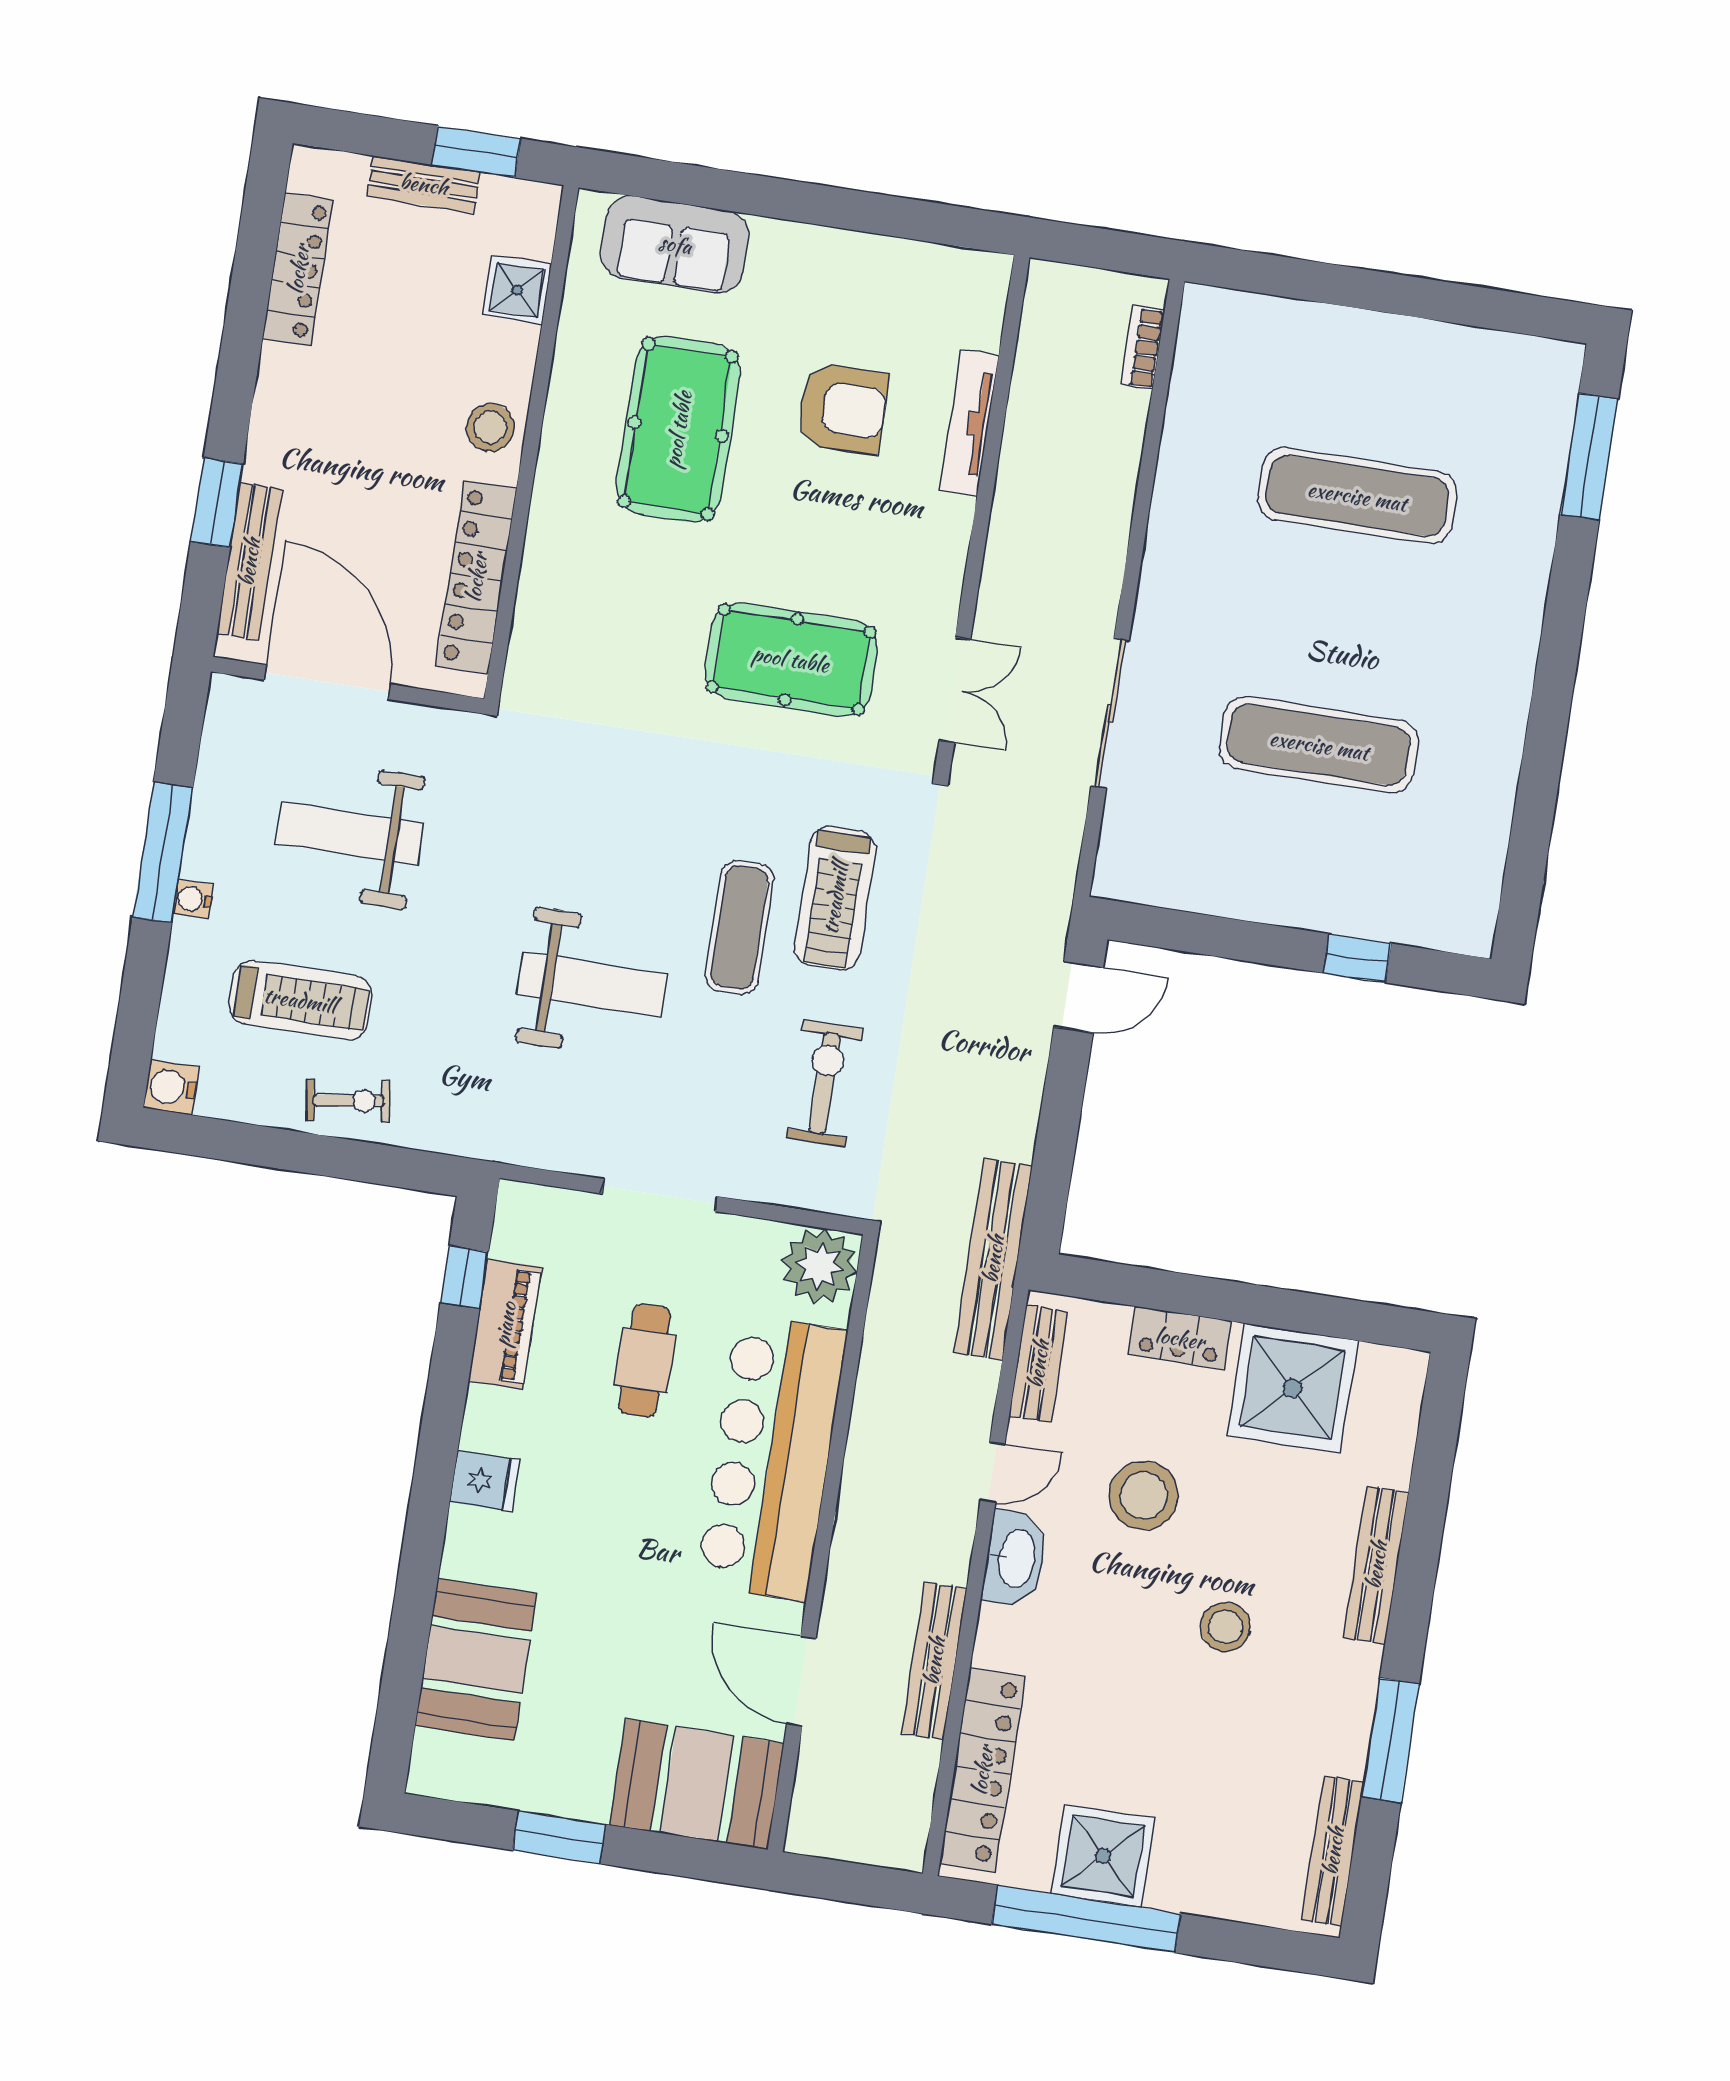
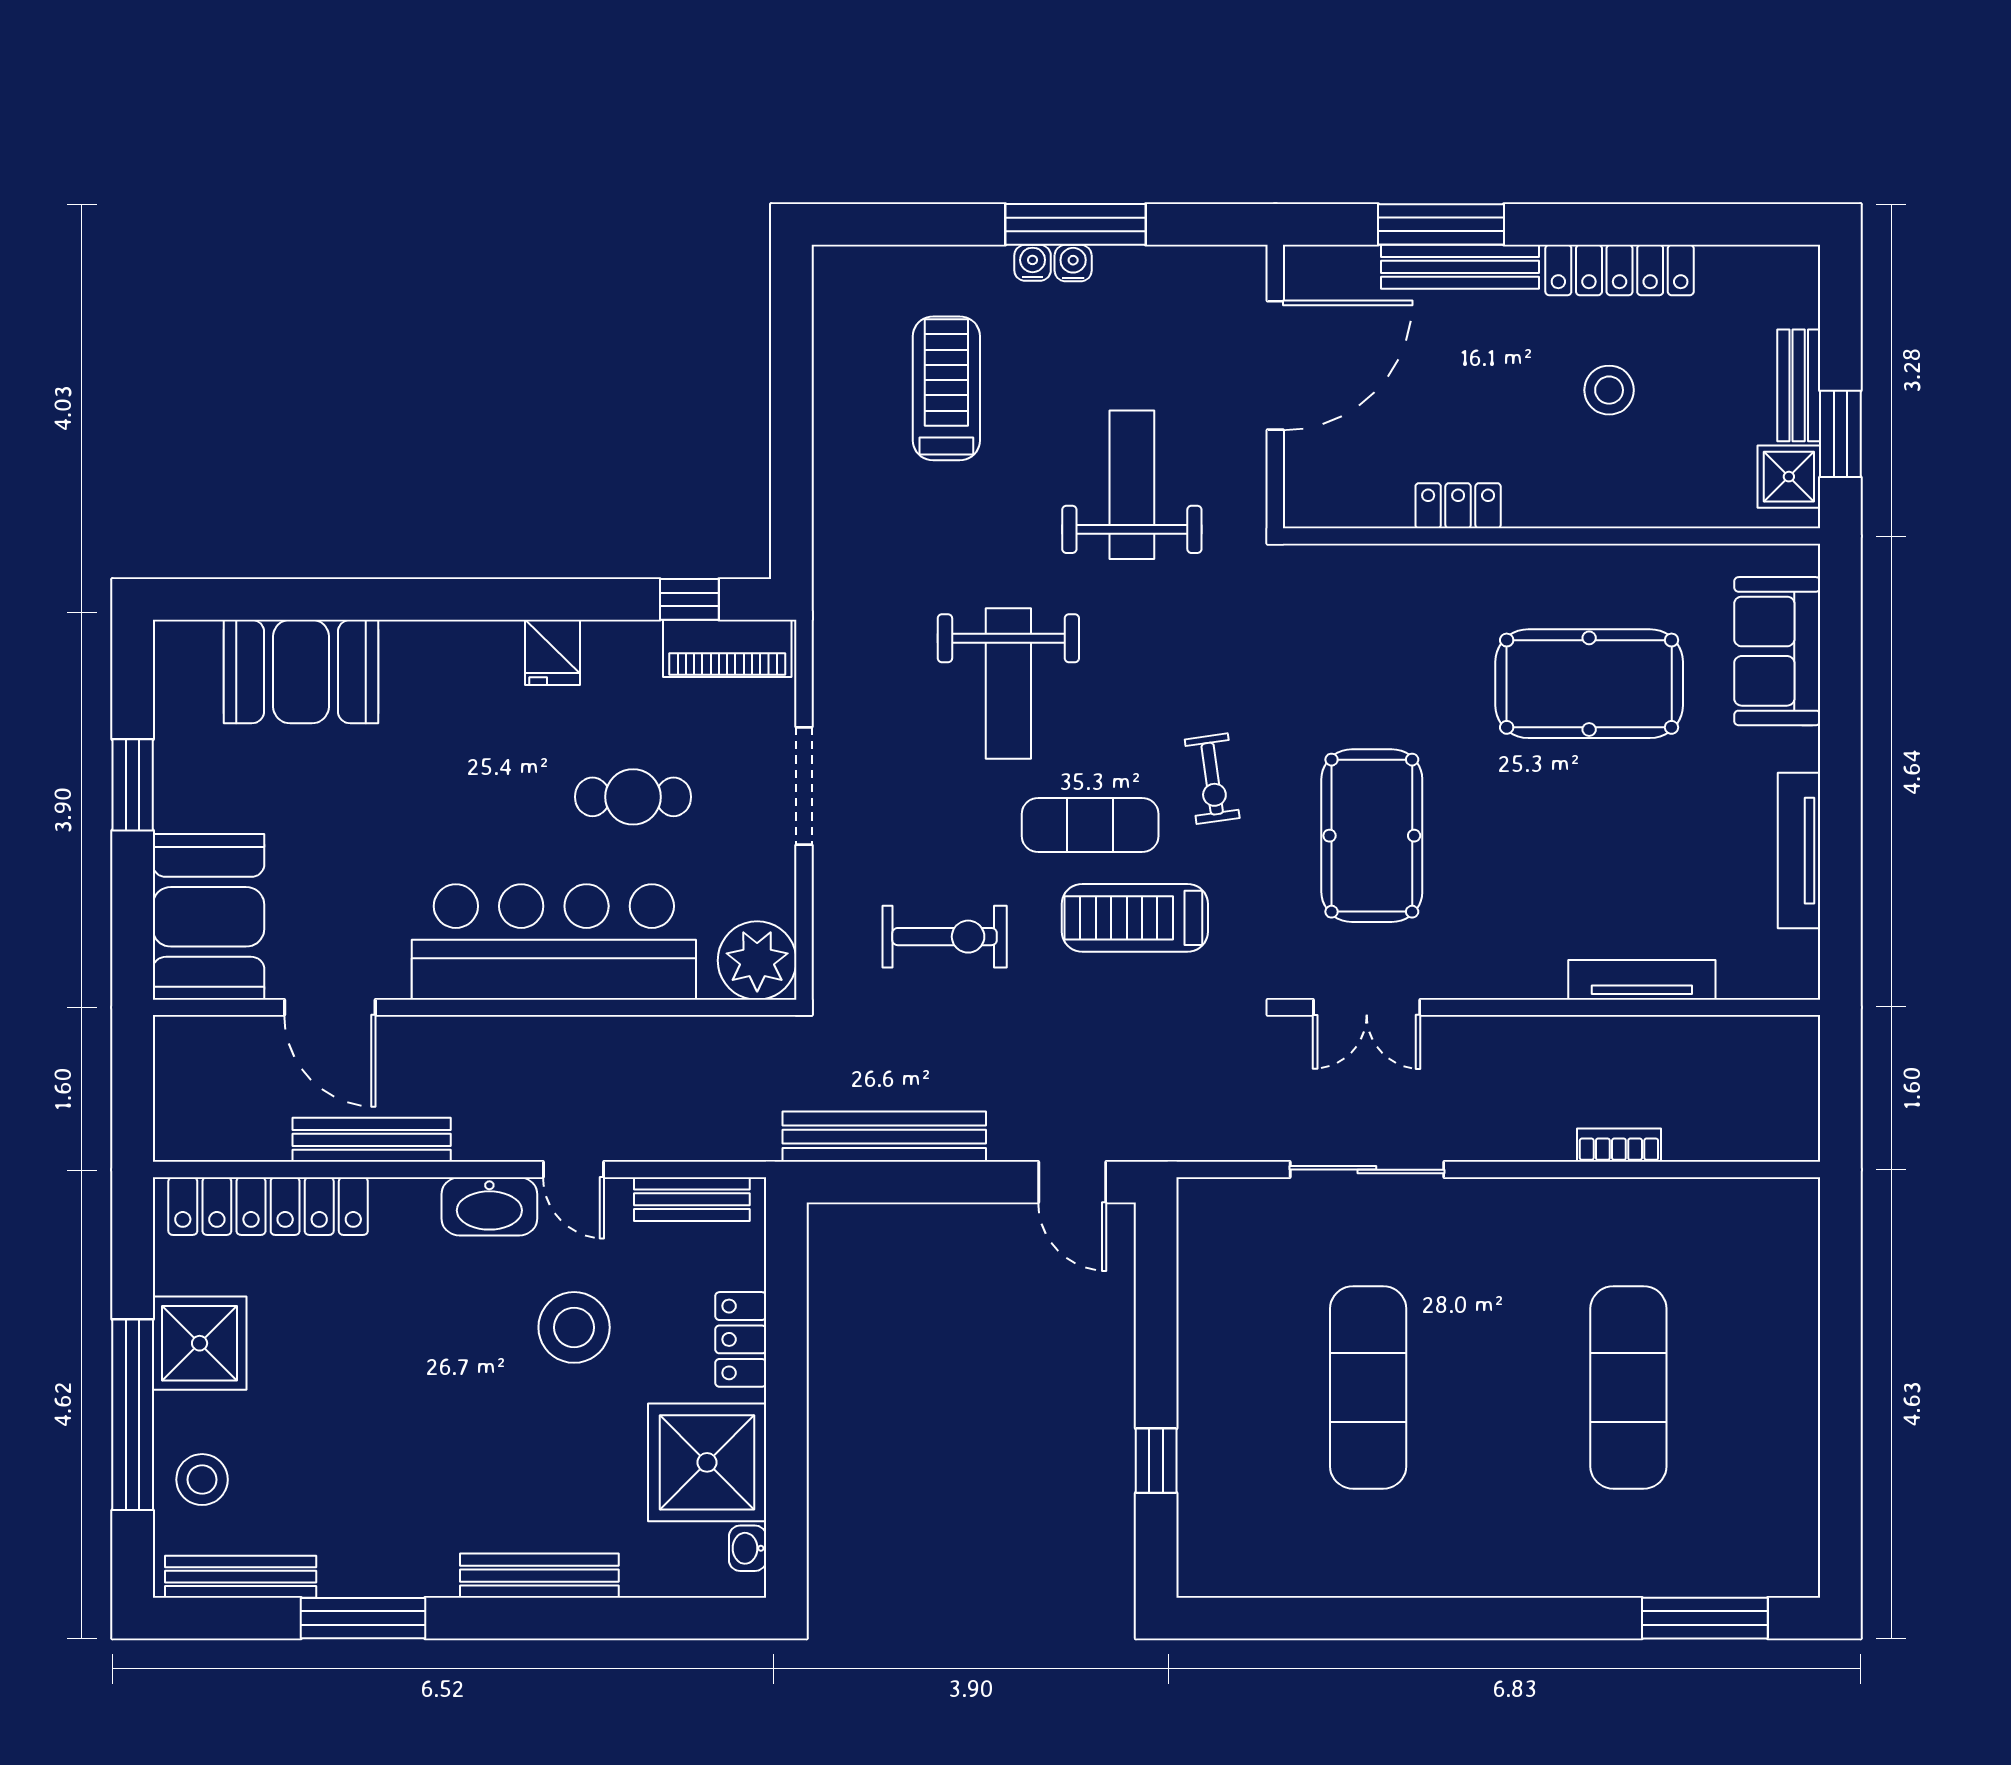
tv unit: (869, 253) -> (1799, 851), added
locker: (298, 269) -> (1620, 270), moved
shower: (517, 290) -> (1789, 477), moved
bookcase: (1143, 347) -> (1619, 1145), moved
armchair: (843, 409) -> (1636, 848), removed
stool: (490, 427) -> (1609, 390), moved
window: (217, 503) -> (1441, 224), width x1.44
bench: (249, 562) -> (1460, 267), moved
locker: (476, 577) -> (1458, 506), width x0.46, depth x0.83
weight bench: (349, 833) -> (1132, 485), moved
treadmill: (300, 1000) -> (946, 388), turned 180
water cooler: (171, 1087) -> (1073, 263), moved, width x0.72, depth x0.72
exercise bike: (348, 1101) -> (1212, 779), moved
bench: (993, 1259) -> (884, 1137), moved
piano: (505, 1324) -> (727, 648), moved
washbasin: (1381, 1362) -> (748, 1548), added
fridge: (485, 1481) -> (552, 652), moved
stool: (1225, 1627) -> (202, 1480), moved
door: (801, 1681) -> (330, 1007), swing flipped
window: (1086, 1919) -> (133, 1415), moved

